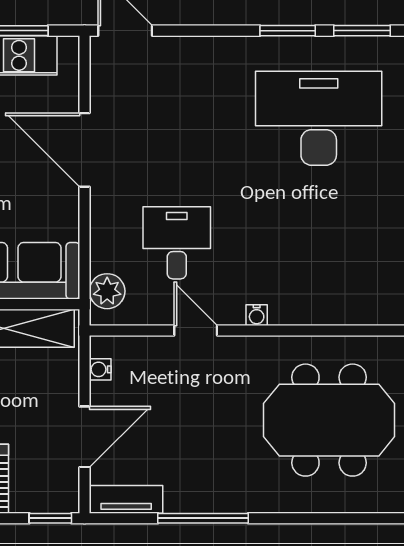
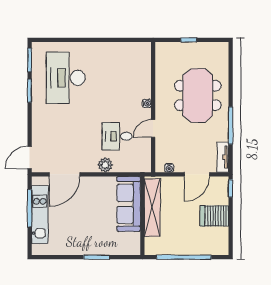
door: (85, 150) -> (64, 174), moved
plant: (107, 291) -> (105, 165), moved
meeting table: (329, 420) -> (198, 95), moved
door: (85, 437) -> (197, 174), swing flipped

